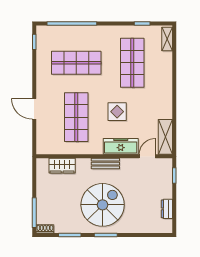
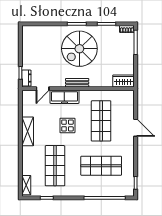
shelving: (165, 137) -> (28, 131), moved
wardrobe: (62, 166) -> (124, 81), moved
dresser: (167, 209) -> (26, 78), moved

